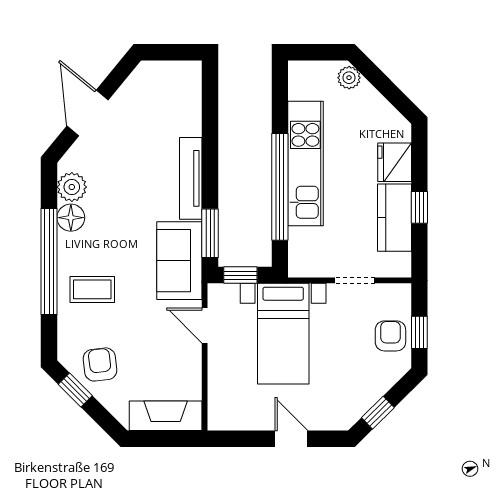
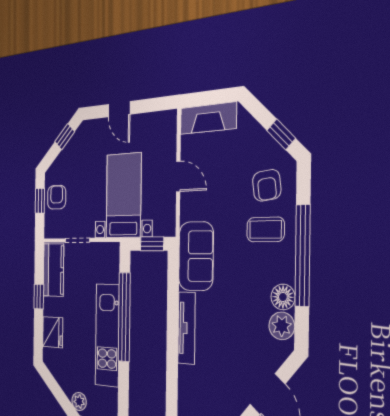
kitchen counter: (394, 218) -> (53, 270), moved
window: (210, 233) -> (173, 280), removed
door: (205, 326) -> (178, 176), moved
armchair: (390, 336) -> (57, 197), turned 180
armchair: (100, 364) -> (267, 185), moved

